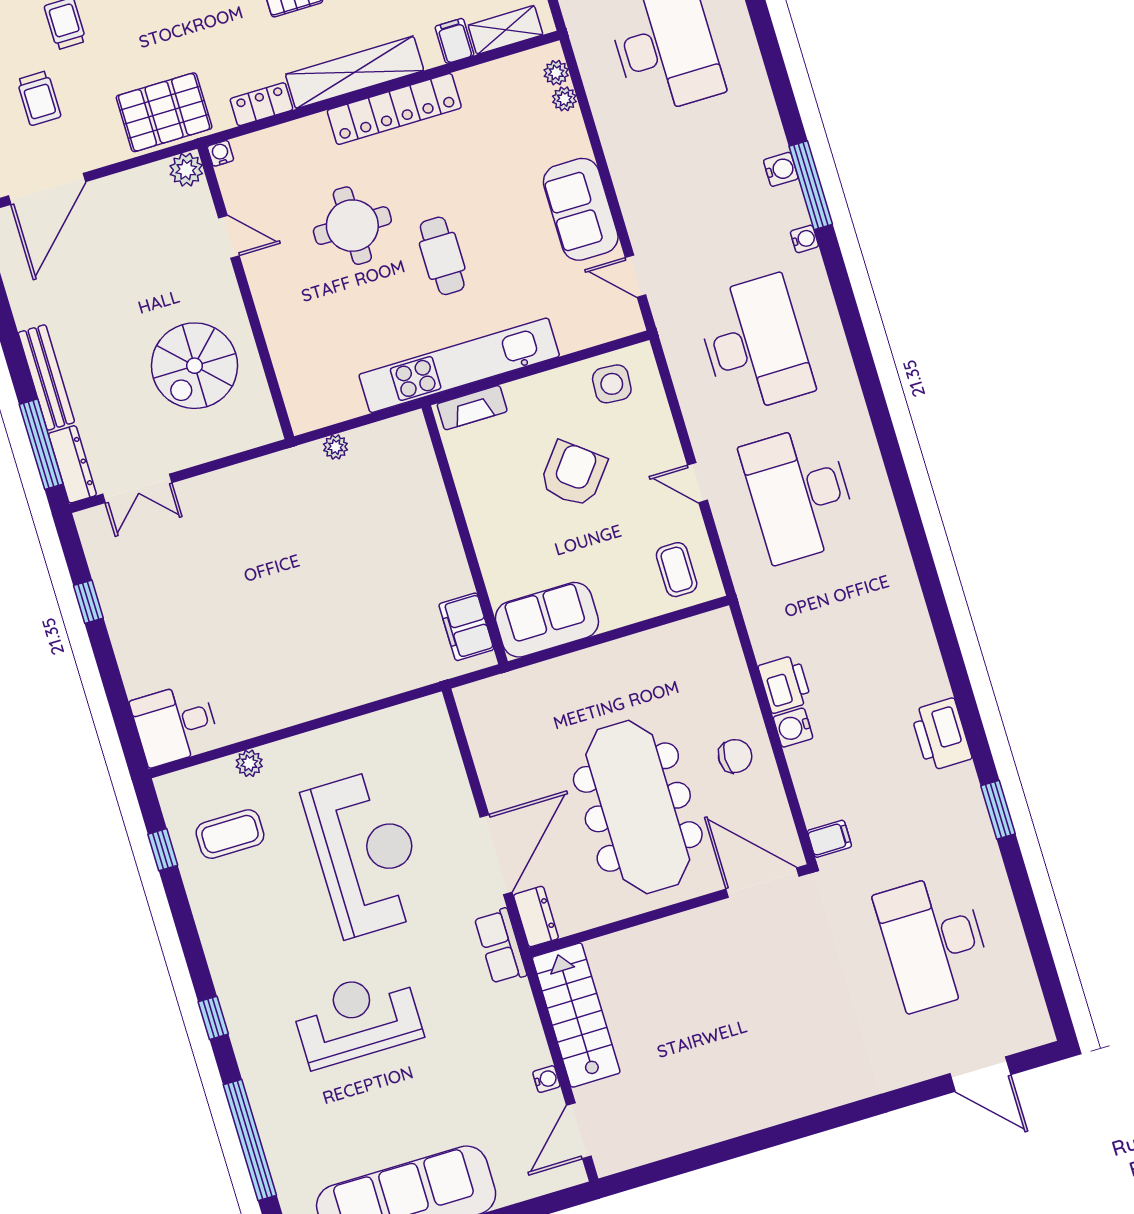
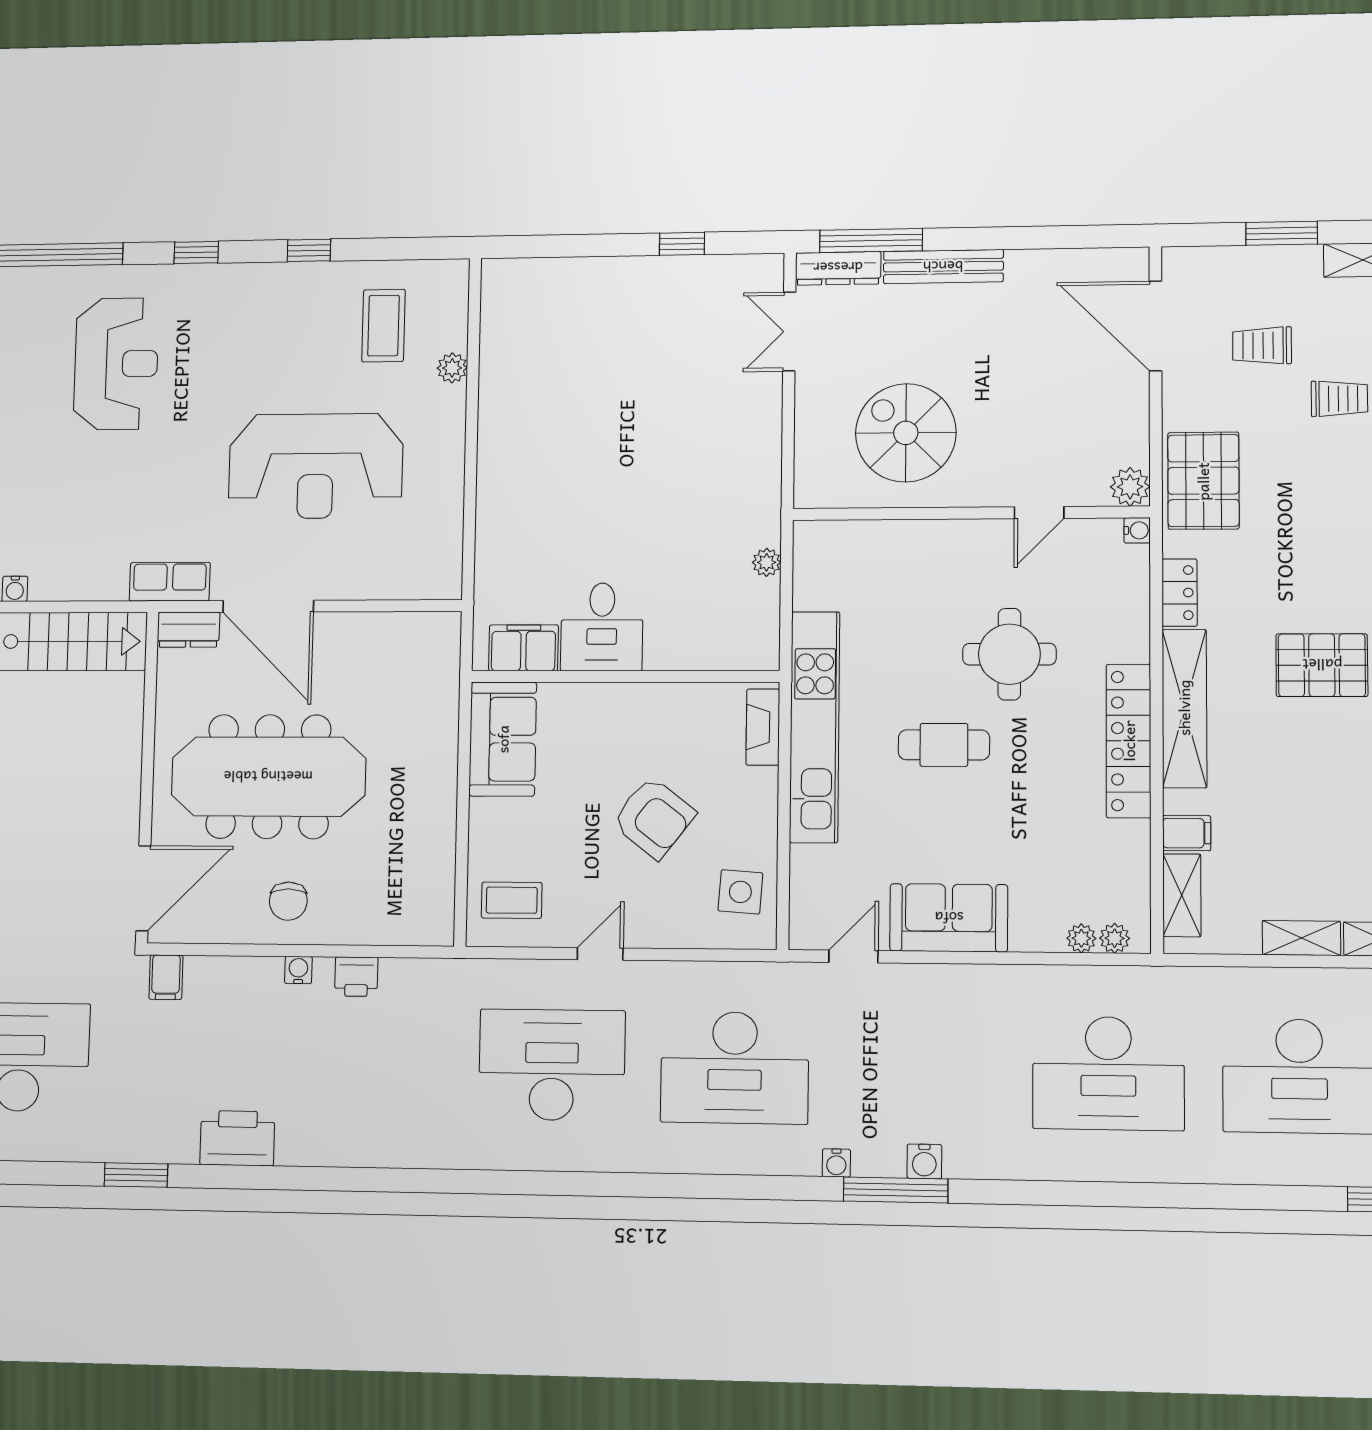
printer: (785, 684) -> (356, 977), width x0.73, depth x0.81
desk: (175, 724) -> (602, 627), moved, turned 180
water cooler: (793, 728) -> (298, 970), width x0.72, depth x0.72
window: (163, 850) -> (309, 250), moved
reception desk: (357, 1019) -> (116, 364), moved

